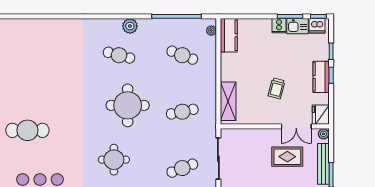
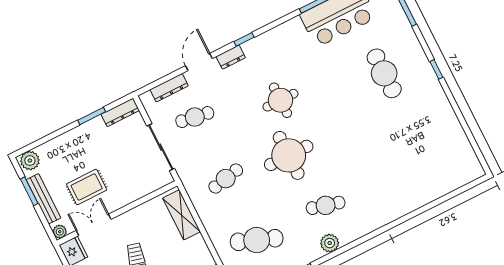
cafe table: (182, 55) -> (257, 240), width x1.37, depth x1.35
cafe table: (27, 130) -> (384, 73), turned 90
round table: (114, 160) -> (280, 100), moved
cafe table: (182, 168) -> (195, 117), turned 30

